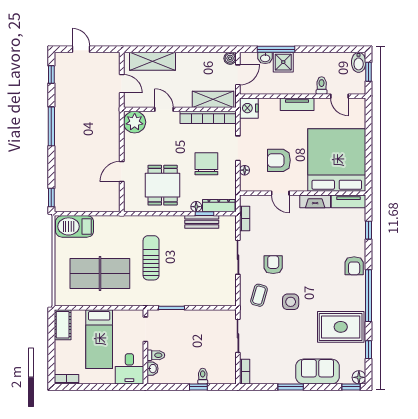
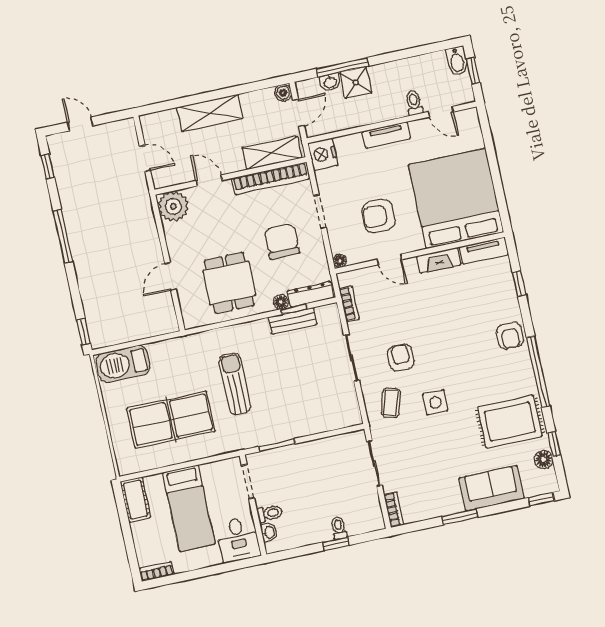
shelving: (152, 61) -> (210, 113), moved
floor lamp: (245, 170) -> (340, 261), moved
floor lamp: (359, 377) -> (544, 459), moved

